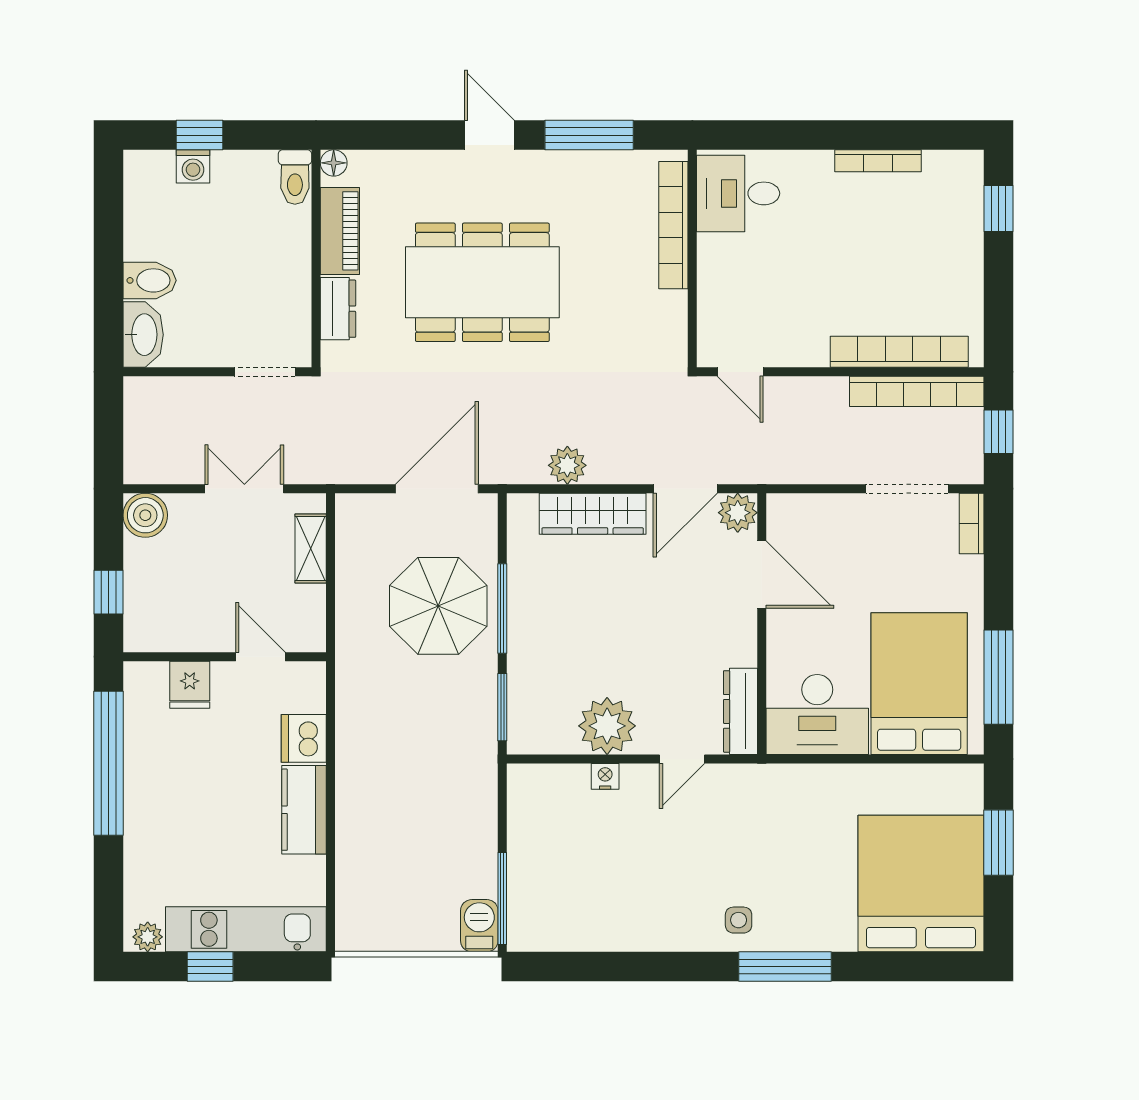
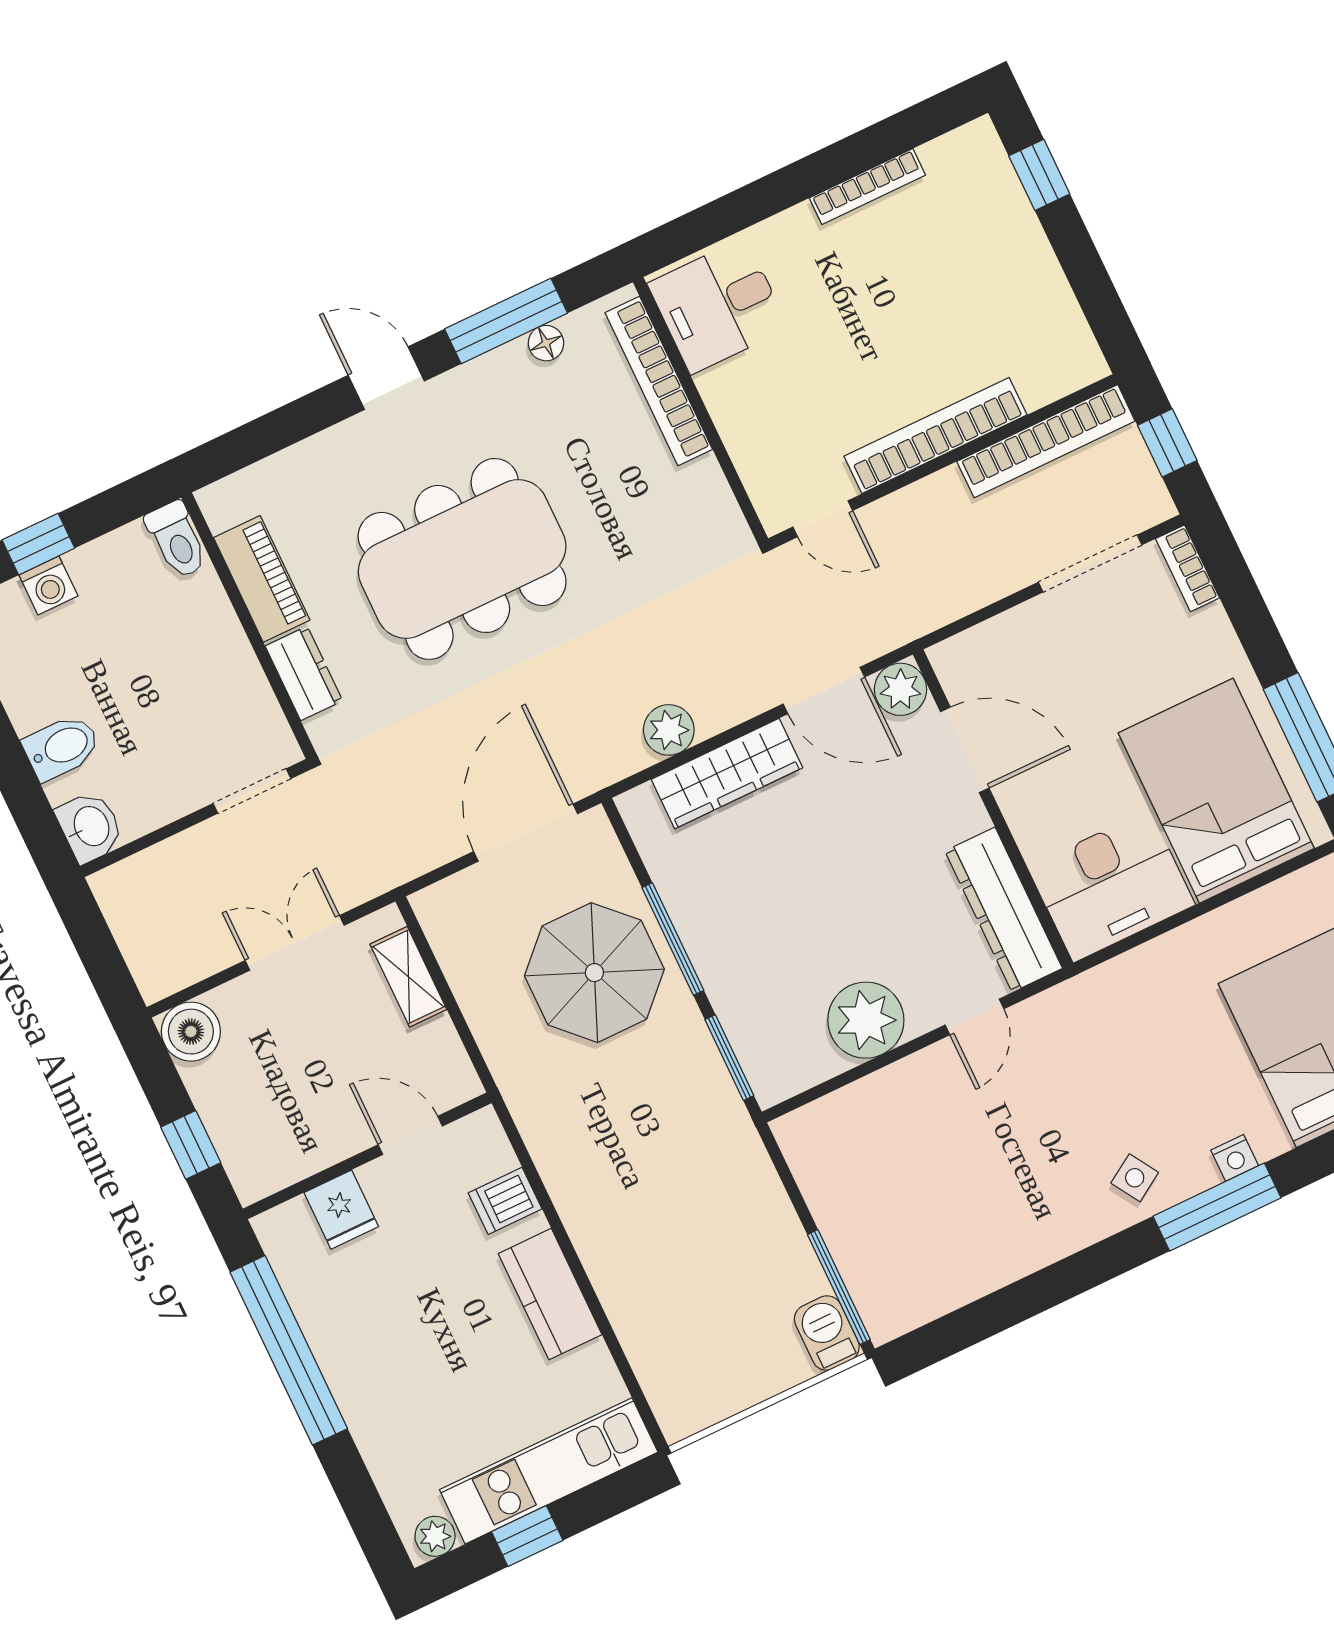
floor lamp: (334, 163) -> (546, 343), moved
washbasin: (143, 335) -> (90, 827), width x0.72
bookcase: (899, 352) -> (935, 435), moved
door: (685, 489) -> (824, 690), hinge flipped
dresser: (740, 711) -> (1004, 910), width x1.37, depth x1.24
dishwasher: (304, 738) -> (505, 1201), width x0.73
nightstand: (605, 776) -> (1235, 1158), moved, turned 180
side table: (739, 920) -> (1135, 1178), turned -32

